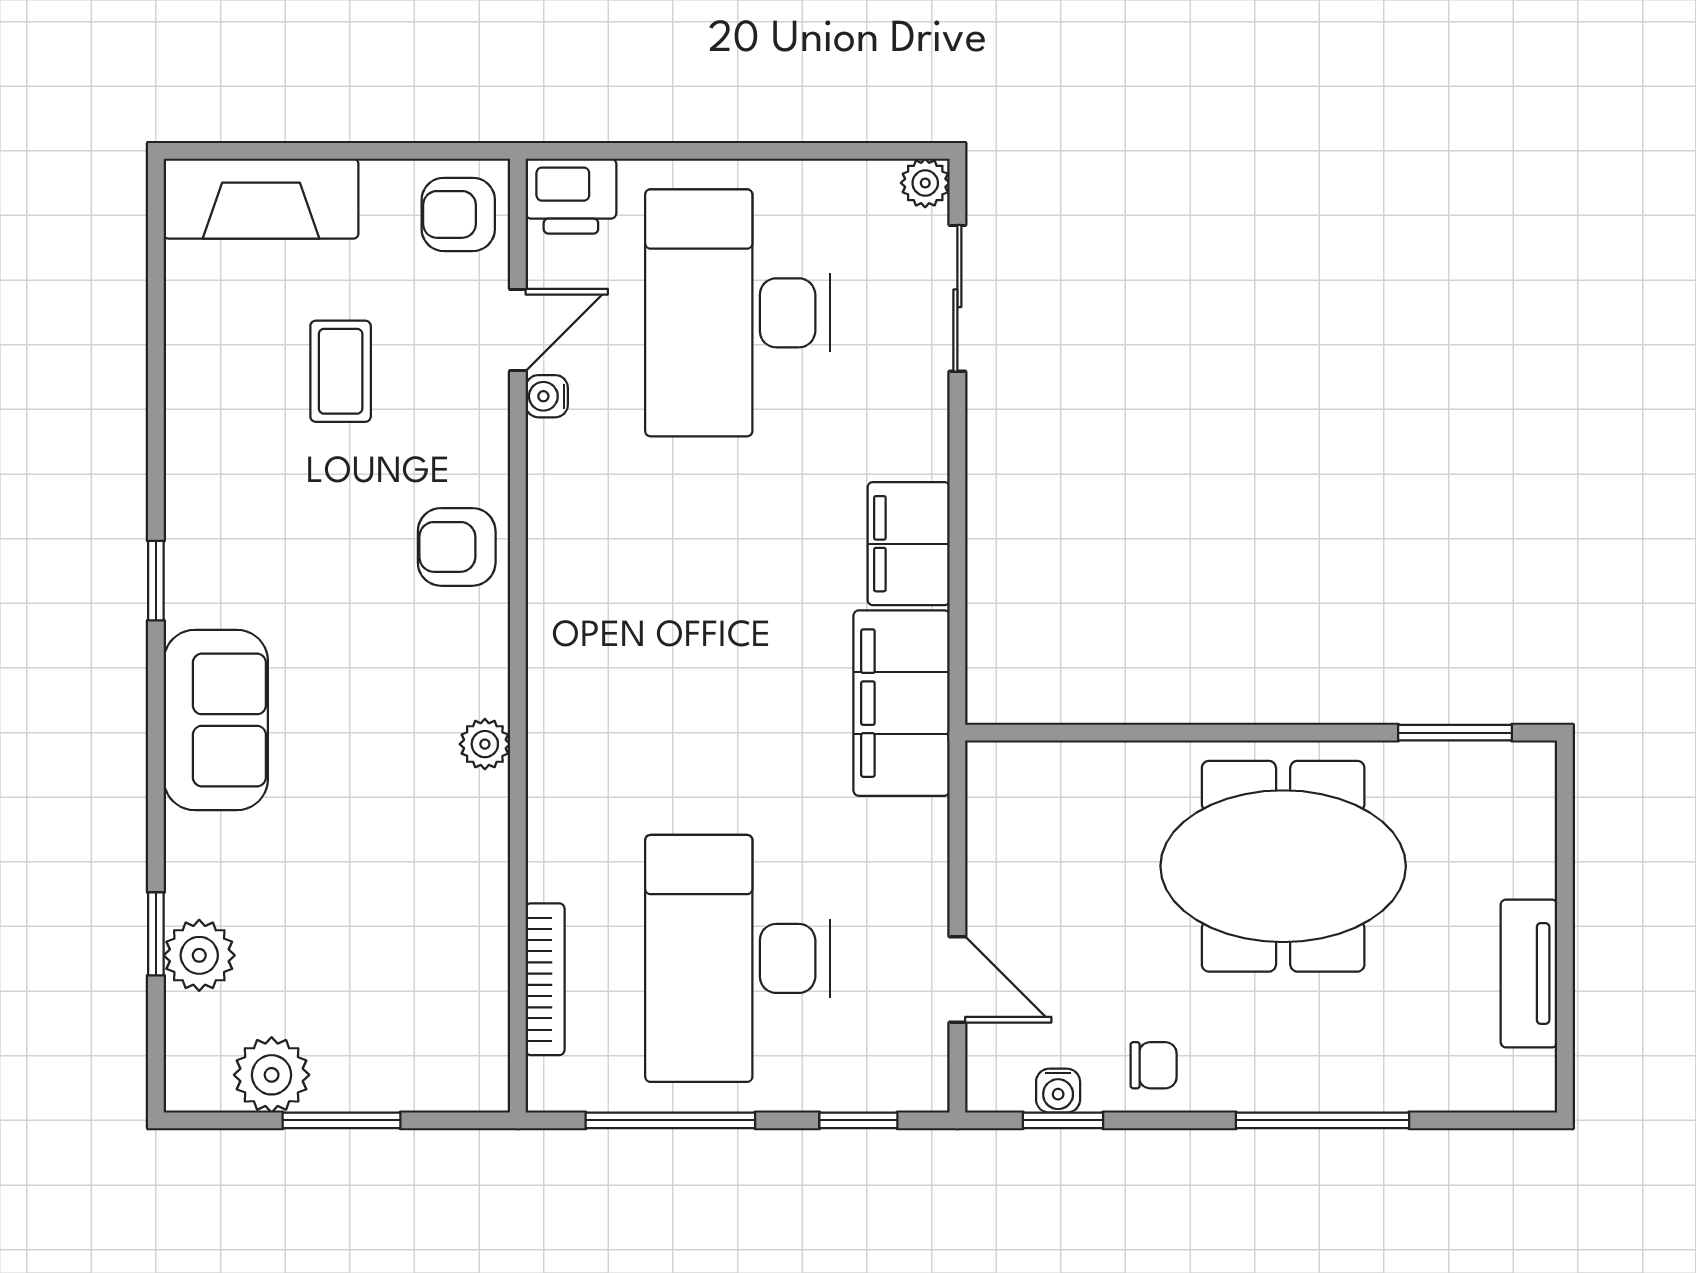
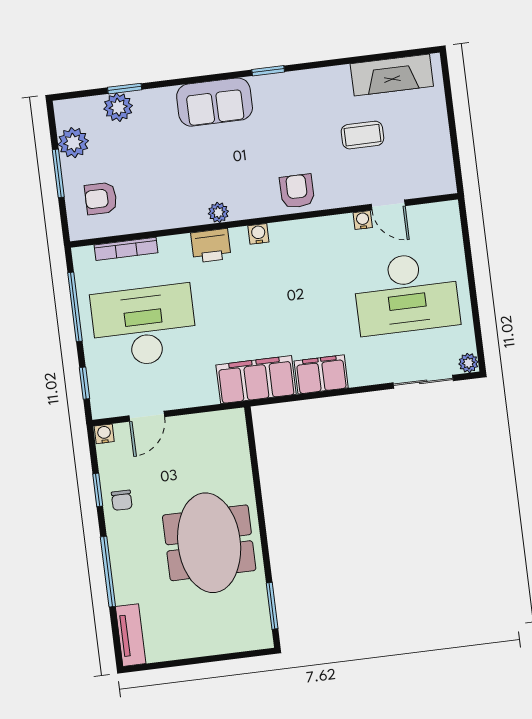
printer: (571, 196) -> (211, 246), moved, turned -90
fireplace: (261, 199) -> (392, 75), moved, turned -90
armchair: (458, 214) -> (101, 198), moved, turned -90
desk: (738, 313) -> (406, 293), turned 180
water cooler: (549, 653) -> (258, 234), added
tv unit: (1529, 973) -> (131, 635), moved, turned 90
water cooler: (1058, 1091) -> (104, 434), moved, turned 90
window: (1063, 1120) -> (98, 490), moved

